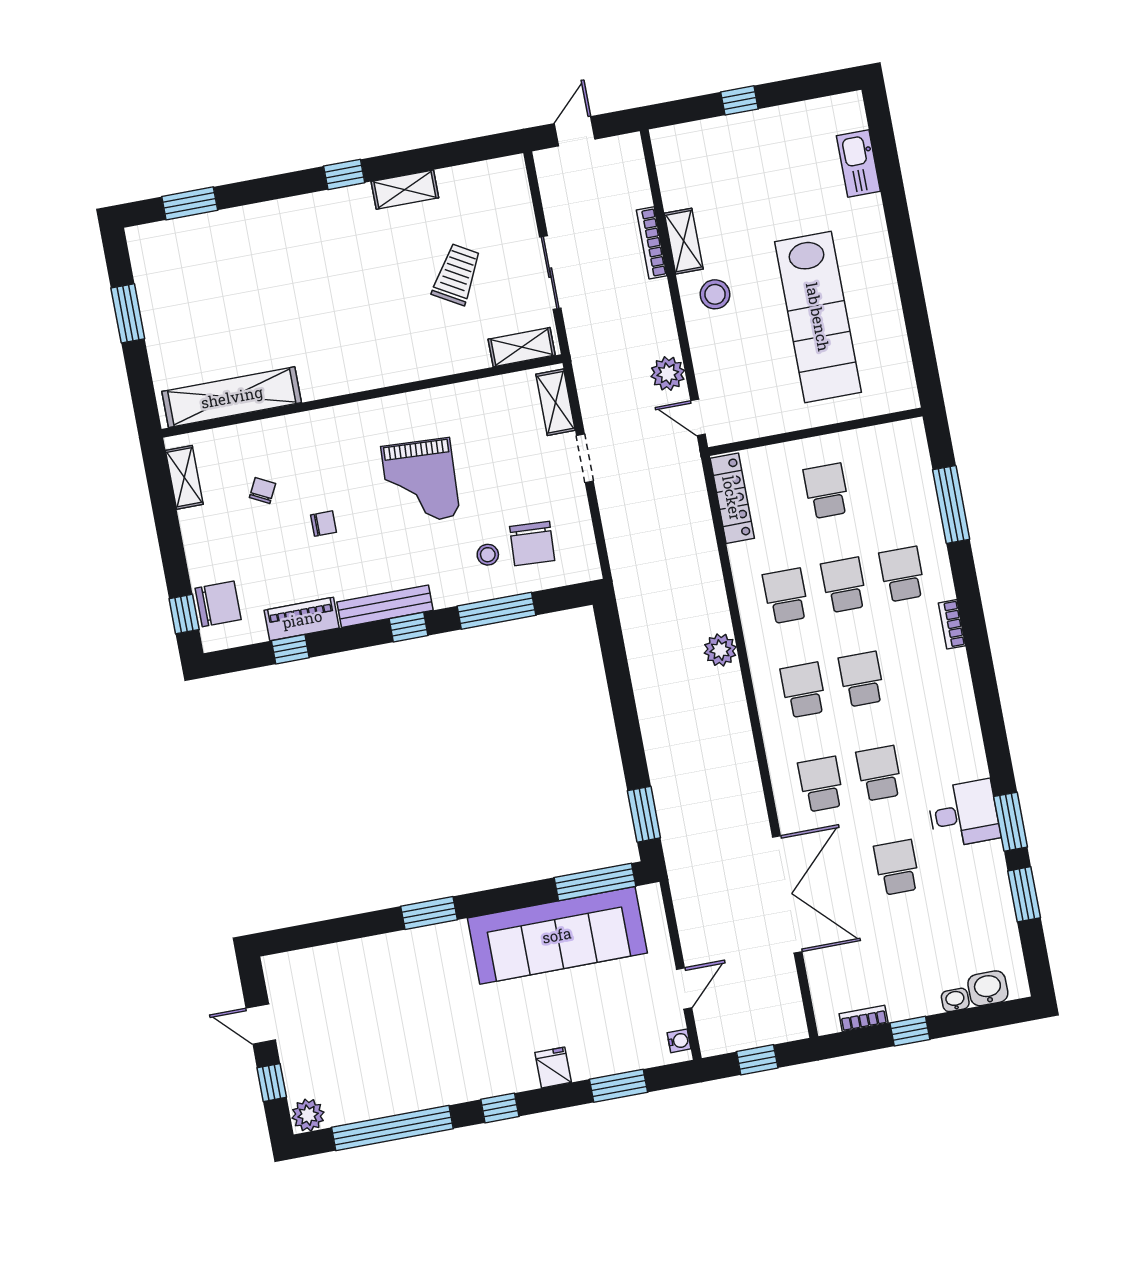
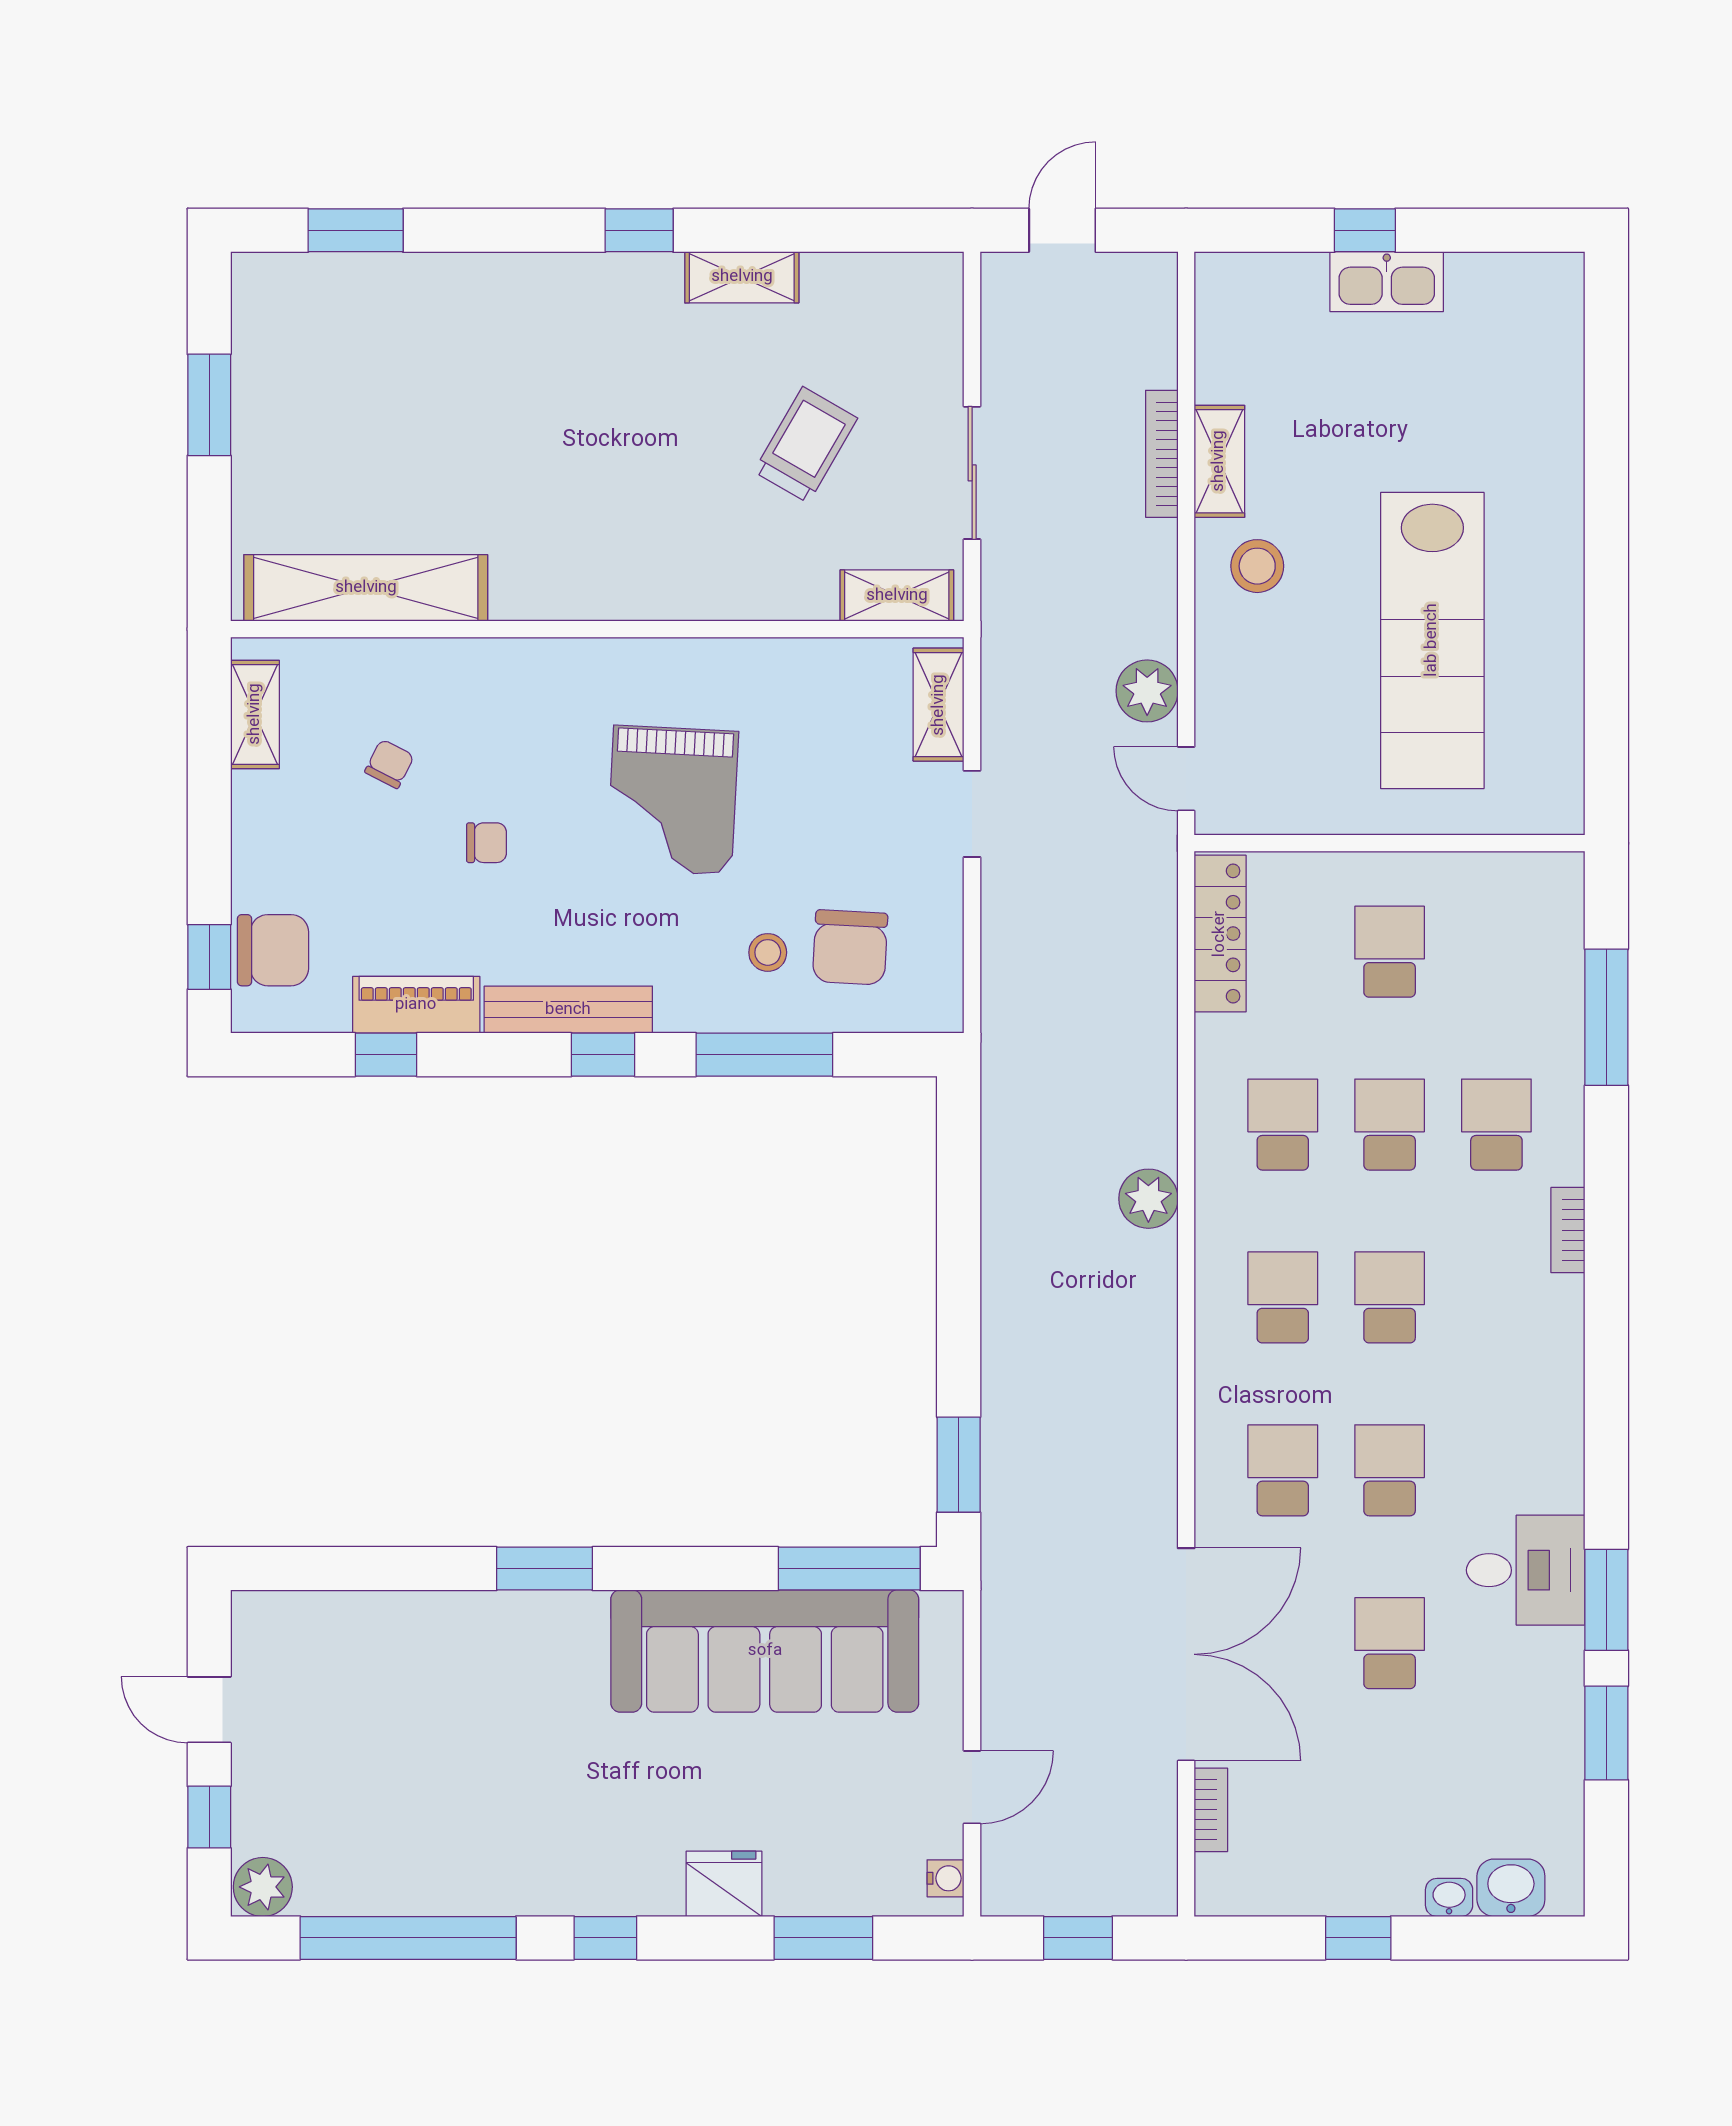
kitchen sink: (858, 163) -> (1387, 282), moved, turned -90
bookcase: (864, 1018) -> (1211, 1810), moved, turned 90
fridge: (553, 1067) -> (724, 1884), width x1.38

